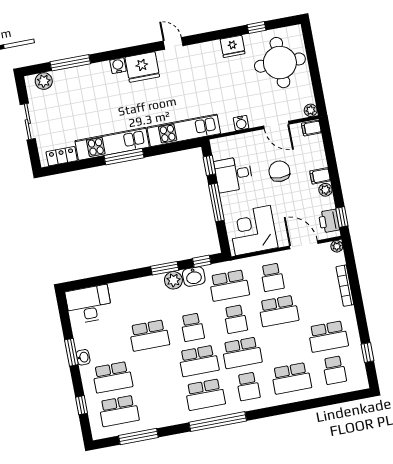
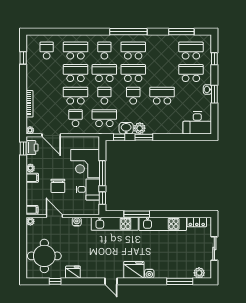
window: (124, 157) -> (137, 214), moved
corner desk: (253, 230) -> (85, 164), moved, turned 90
school desk: (328, 336) -> (75, 73), moved

